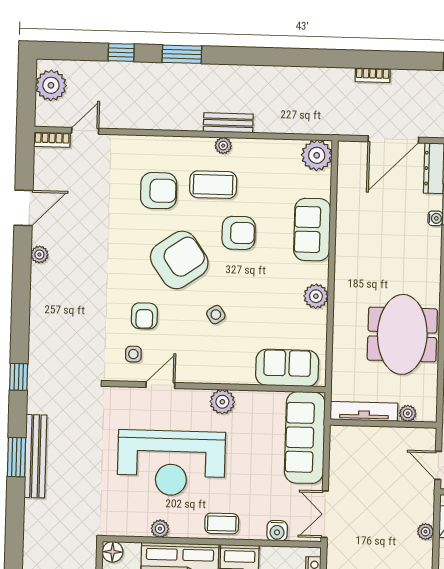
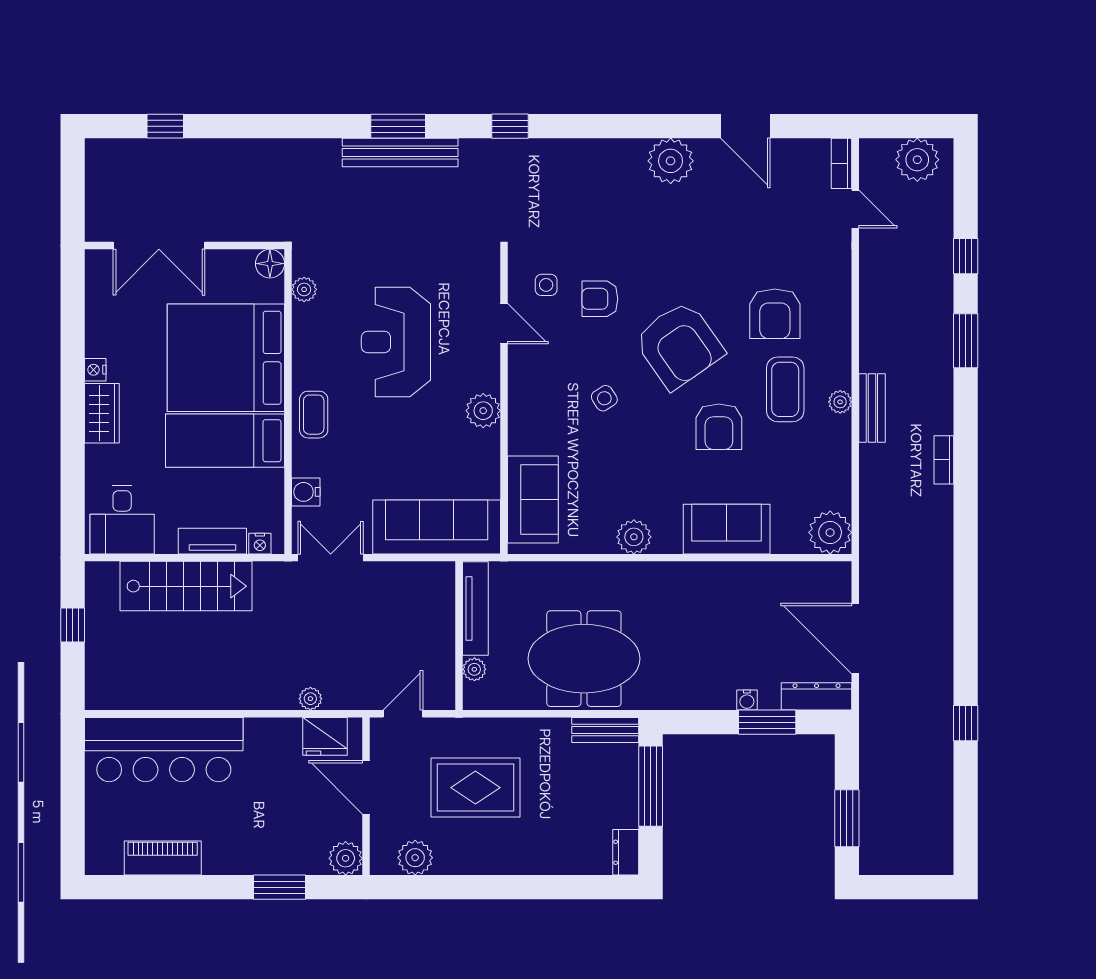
bookcase: (373, 75) -> (944, 460), moved
plant: (39, 255) -> (671, 161), width x1.88, depth x1.88
reception desk: (171, 463) -> (396, 342), width x0.74, depth x0.77
plant: (160, 529) -> (304, 289), moved

